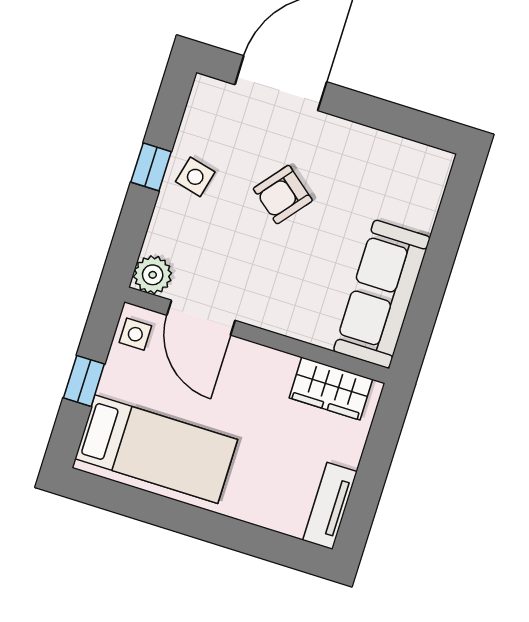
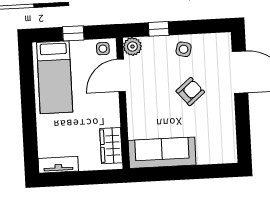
window: (151, 167) -> (159, 29), moved
armchair: (283, 195) -> (190, 92), turned 101

